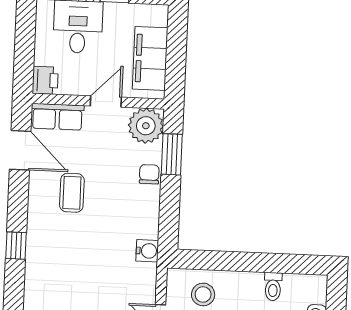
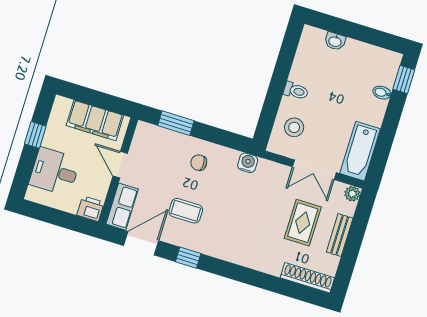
plant: (146, 126) -> (148, 138), removed
chair: (149, 174) -> (199, 163), moved
window: (16, 246) -> (188, 258), moved
toilet: (273, 287) -> (296, 91), moved

